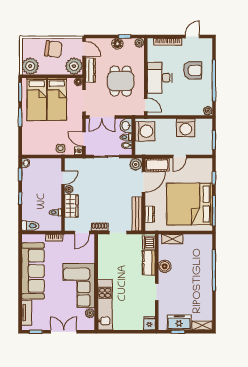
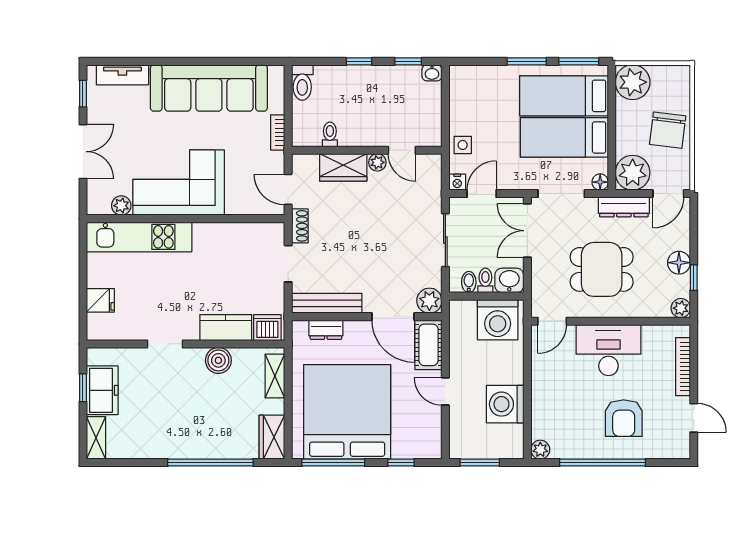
wardrobe: (202, 240) -> (272, 437), added
fridge: (149, 323) -> (100, 300), moved

